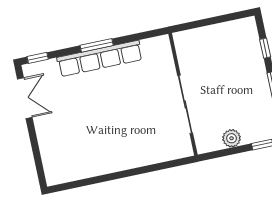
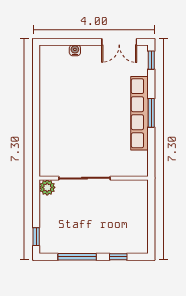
plant: (232, 138) -> (47, 187), moved
water cooler: (45, 146) -> (75, 50), added

